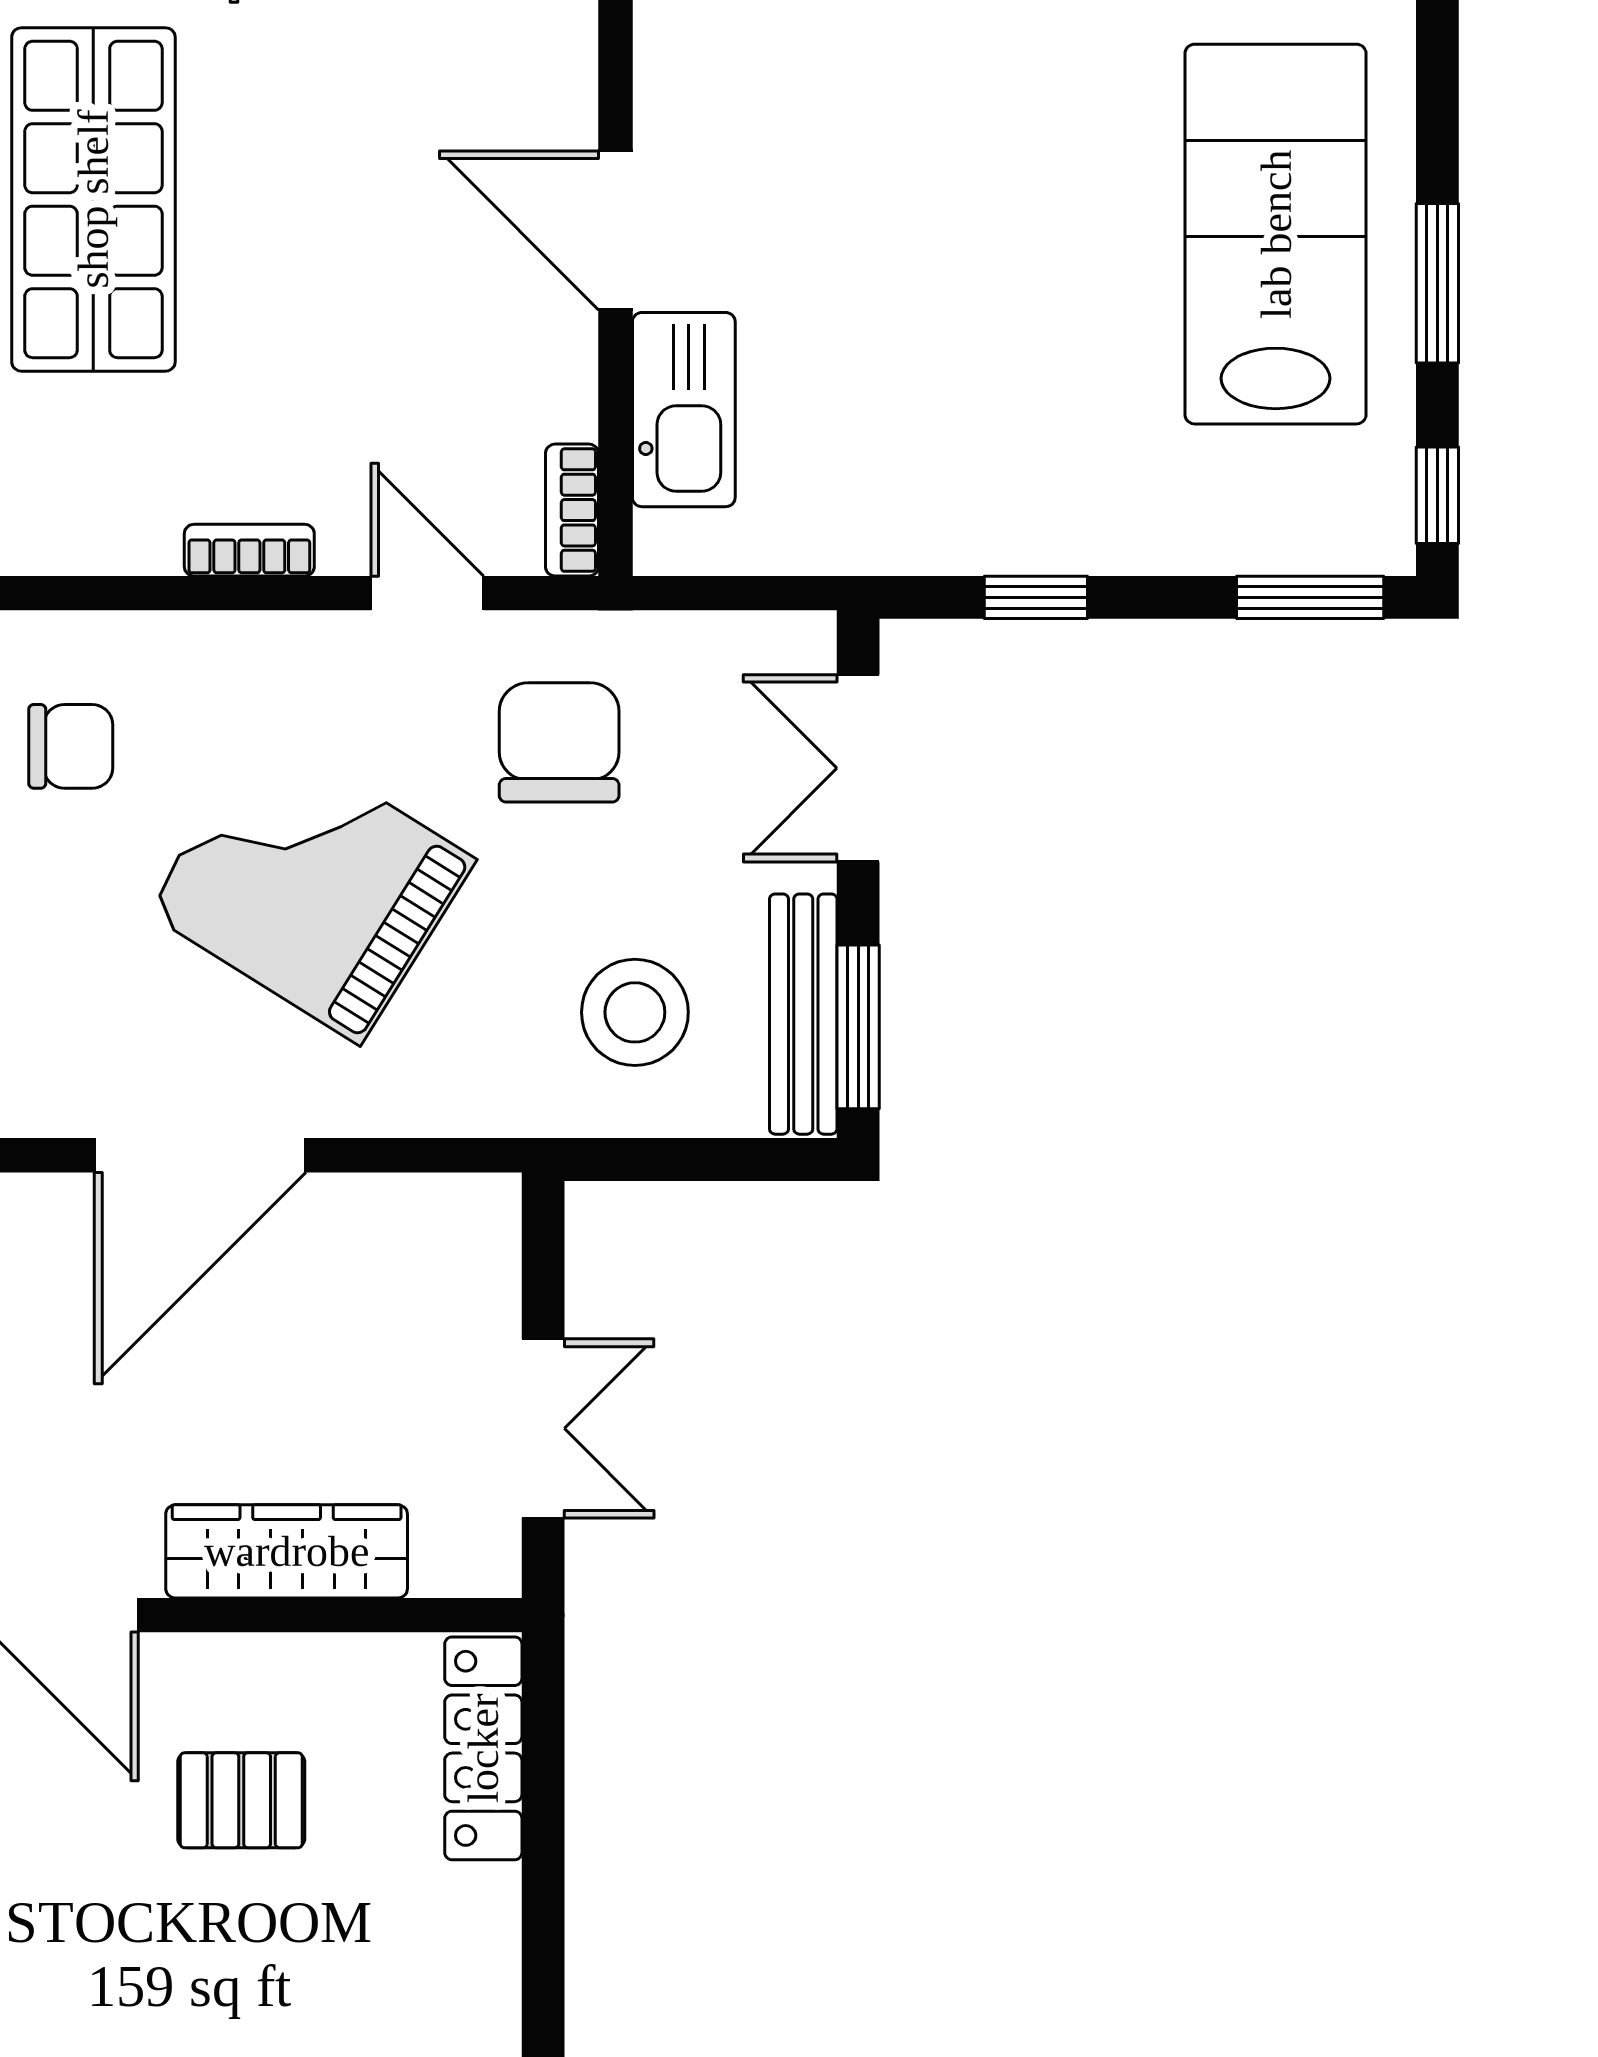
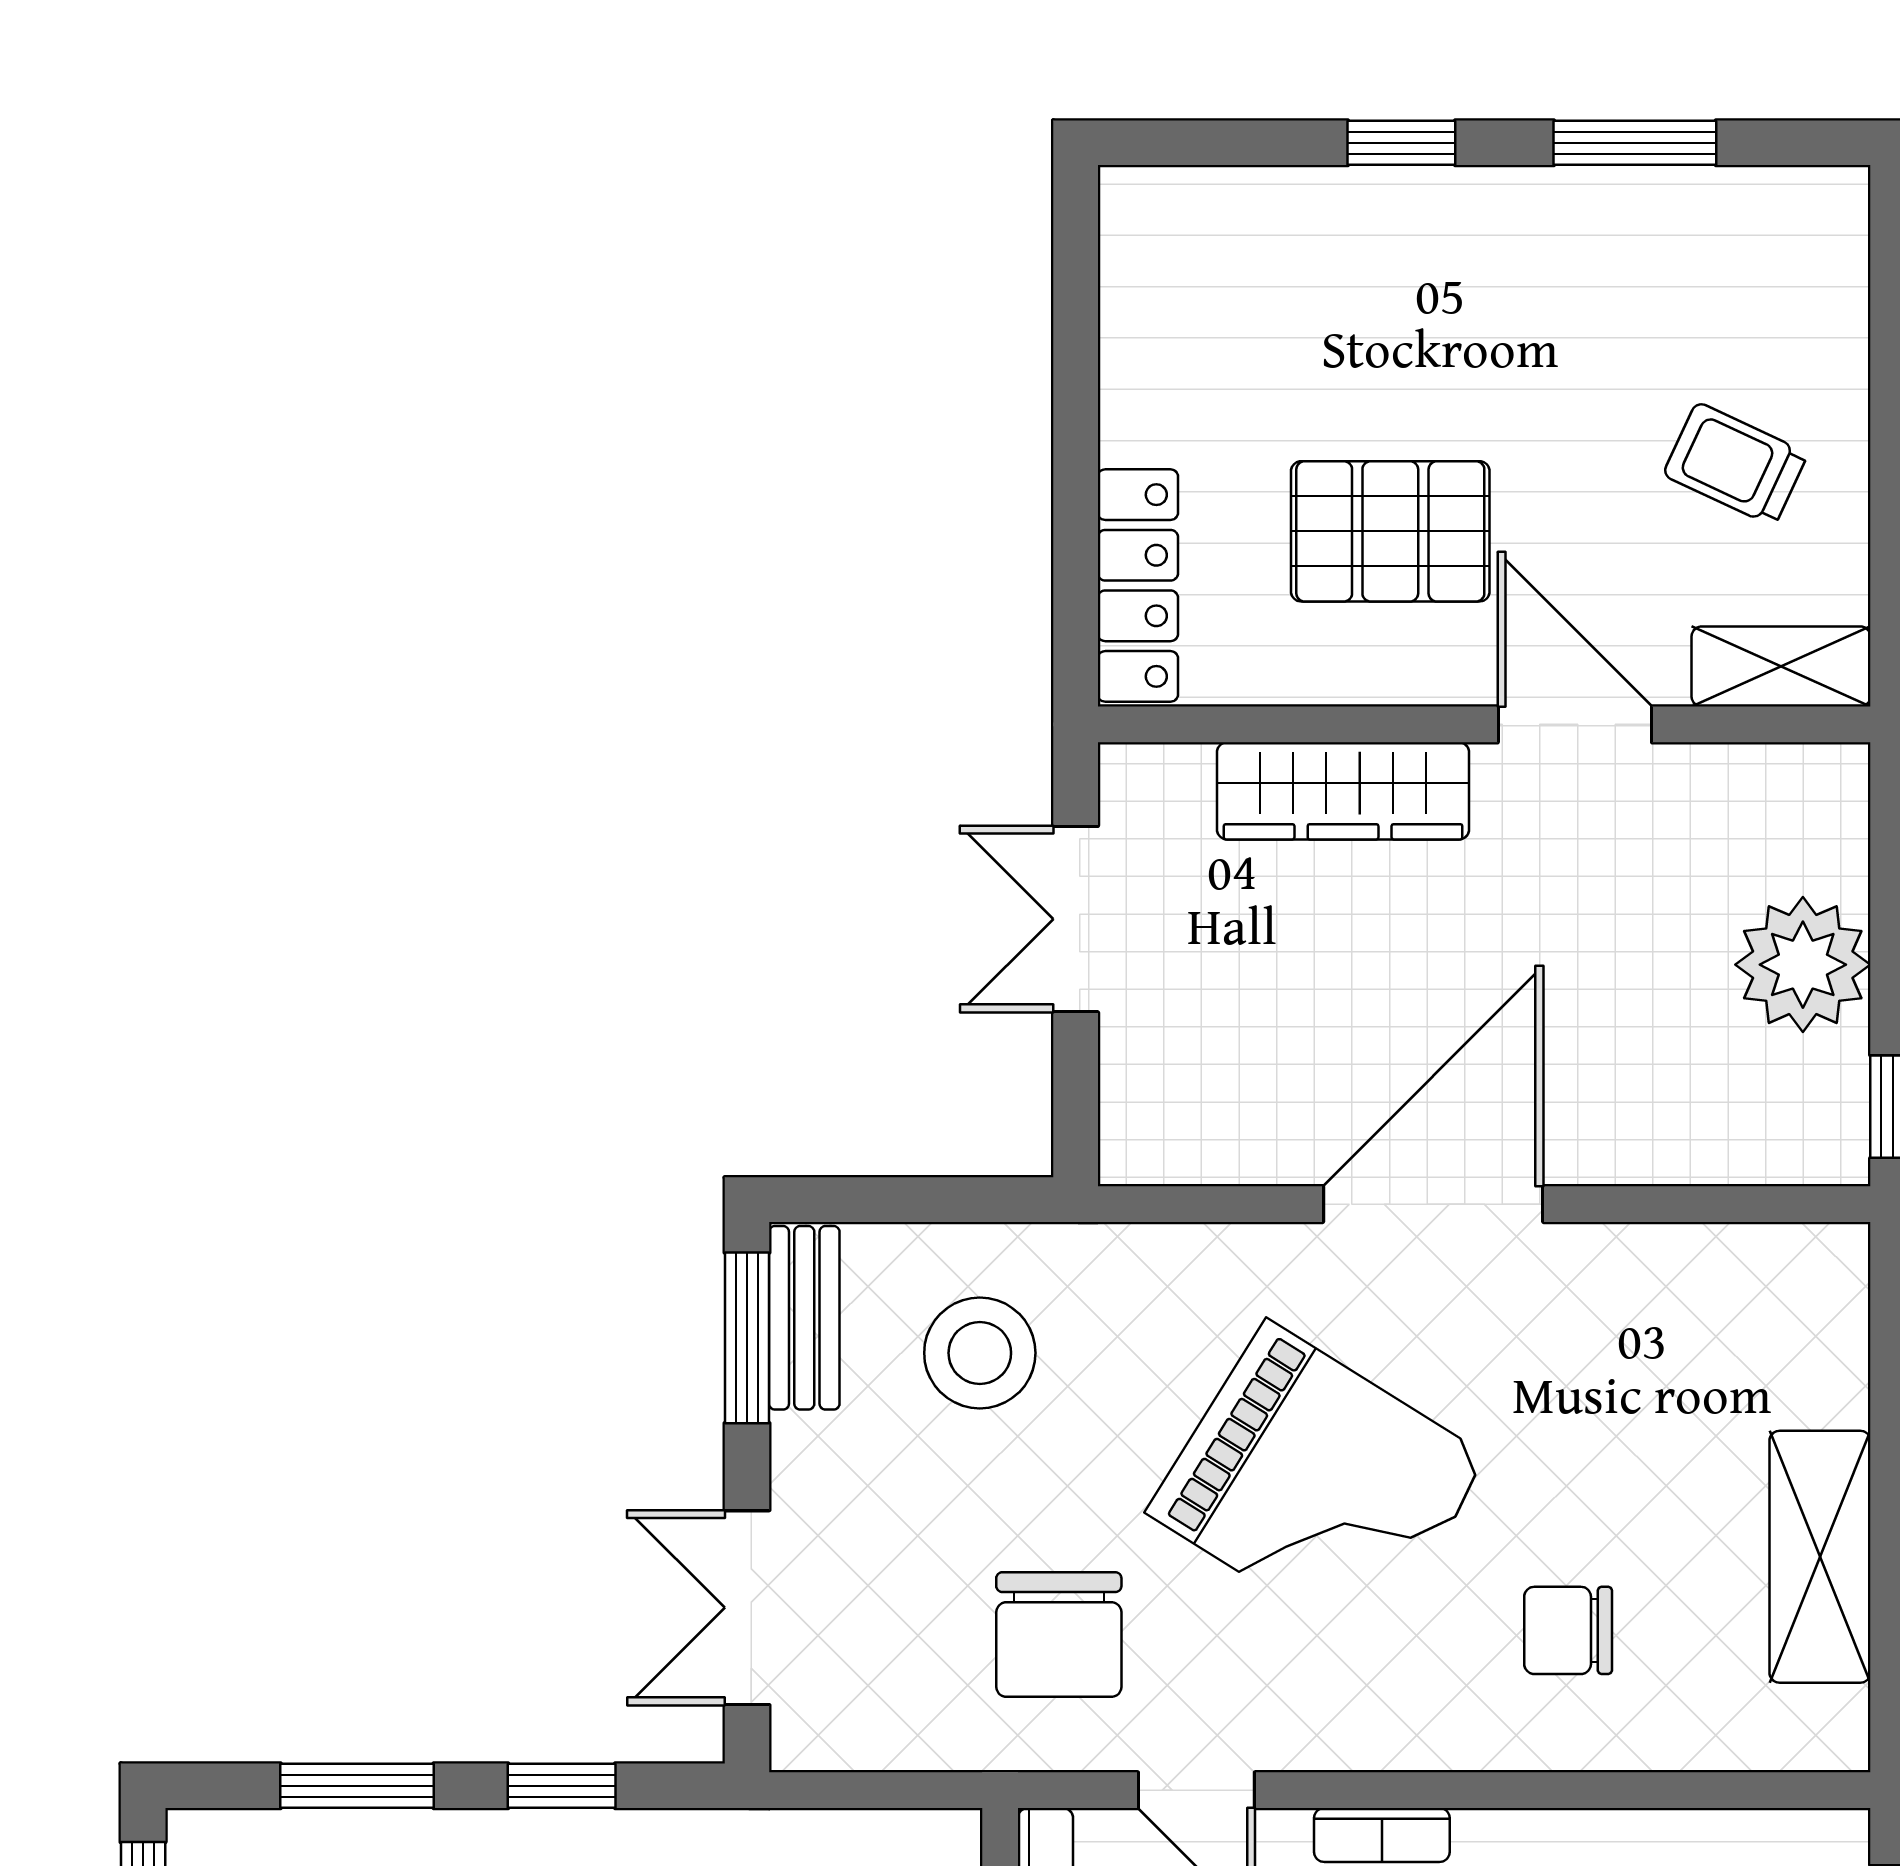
window: (1310, 597) -> (357, 1786), moved
double door: (858, 768) -> (747, 1608), swing flipped
bench: (803, 1014) -> (804, 1318), width x0.73
pallet: (241, 1800) -> (1390, 531), width x1.50, depth x1.42

